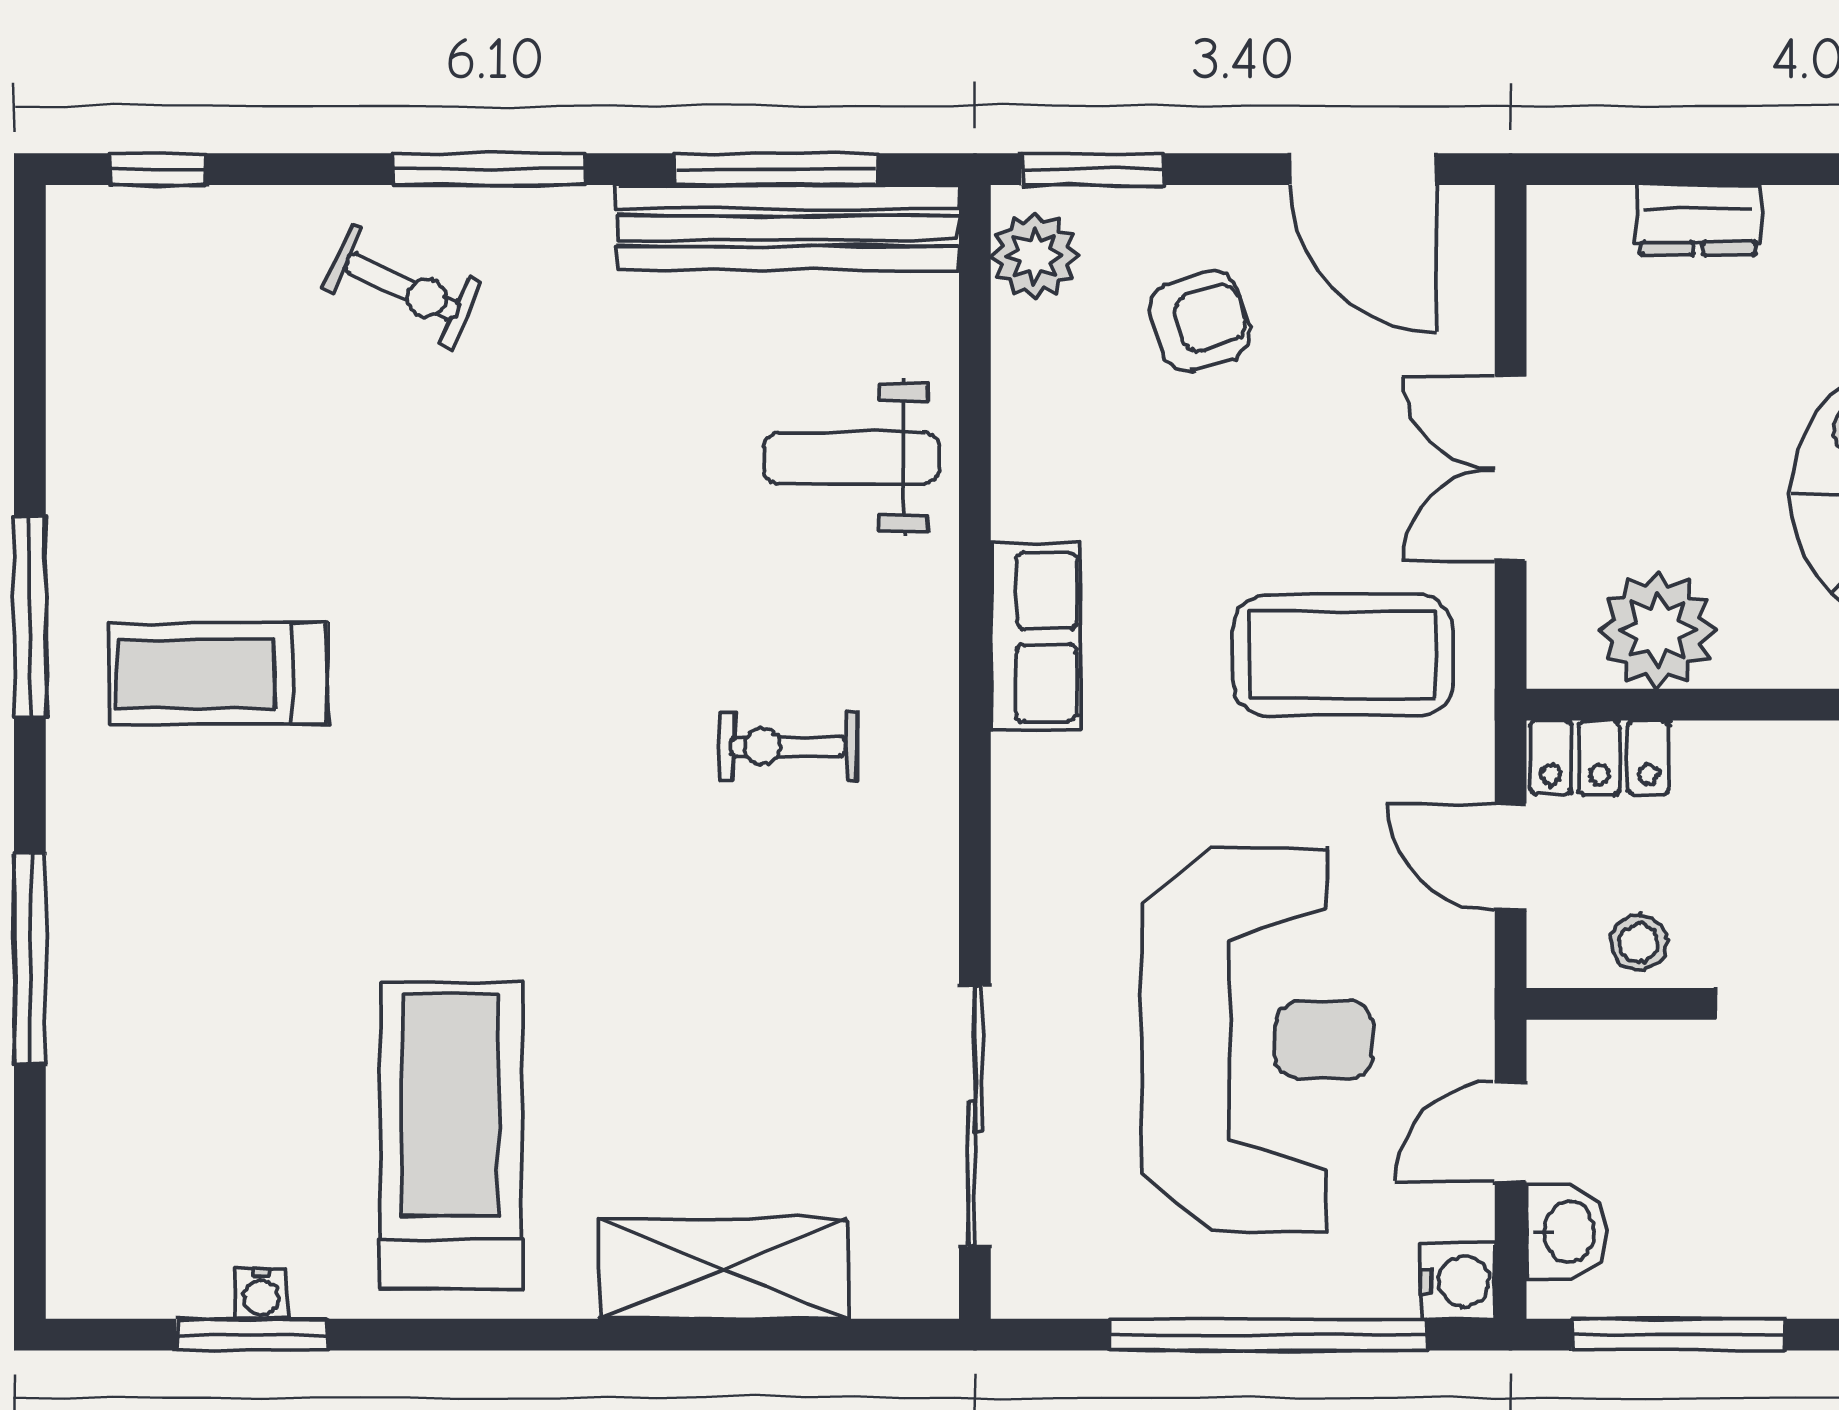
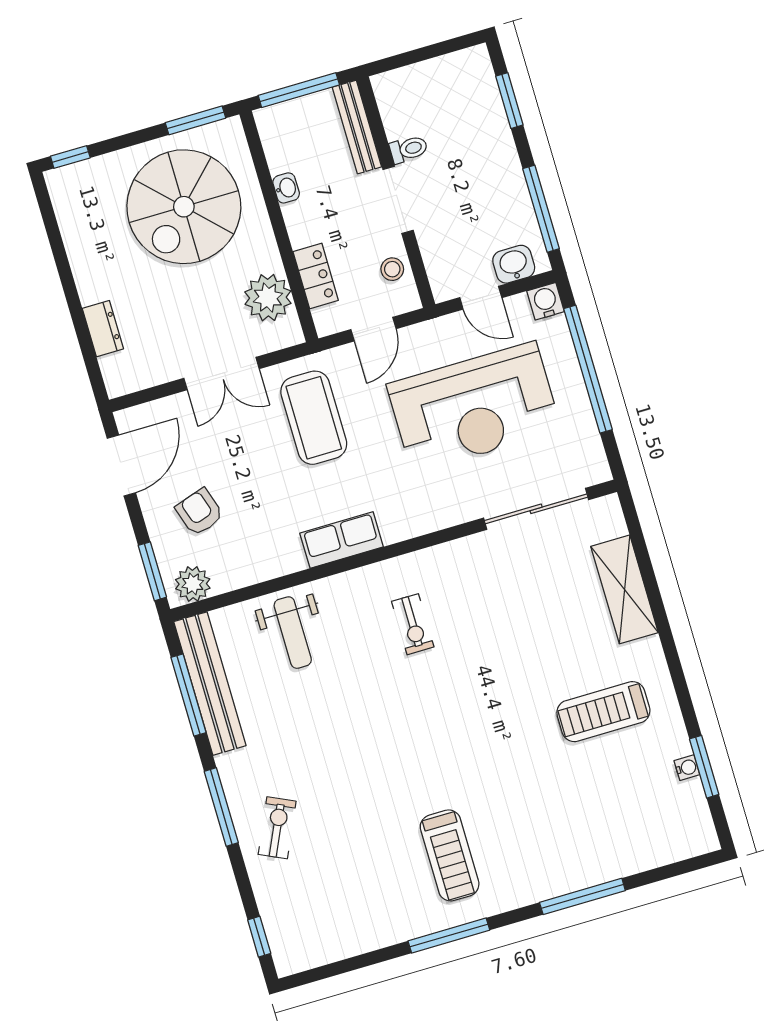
locker: (1599, 757) -> (316, 276), moved
reception desk: (1257, 1040) -> (474, 407), turned 180
treadmill: (451, 1135) -> (603, 712), width x0.73, depth x0.73

